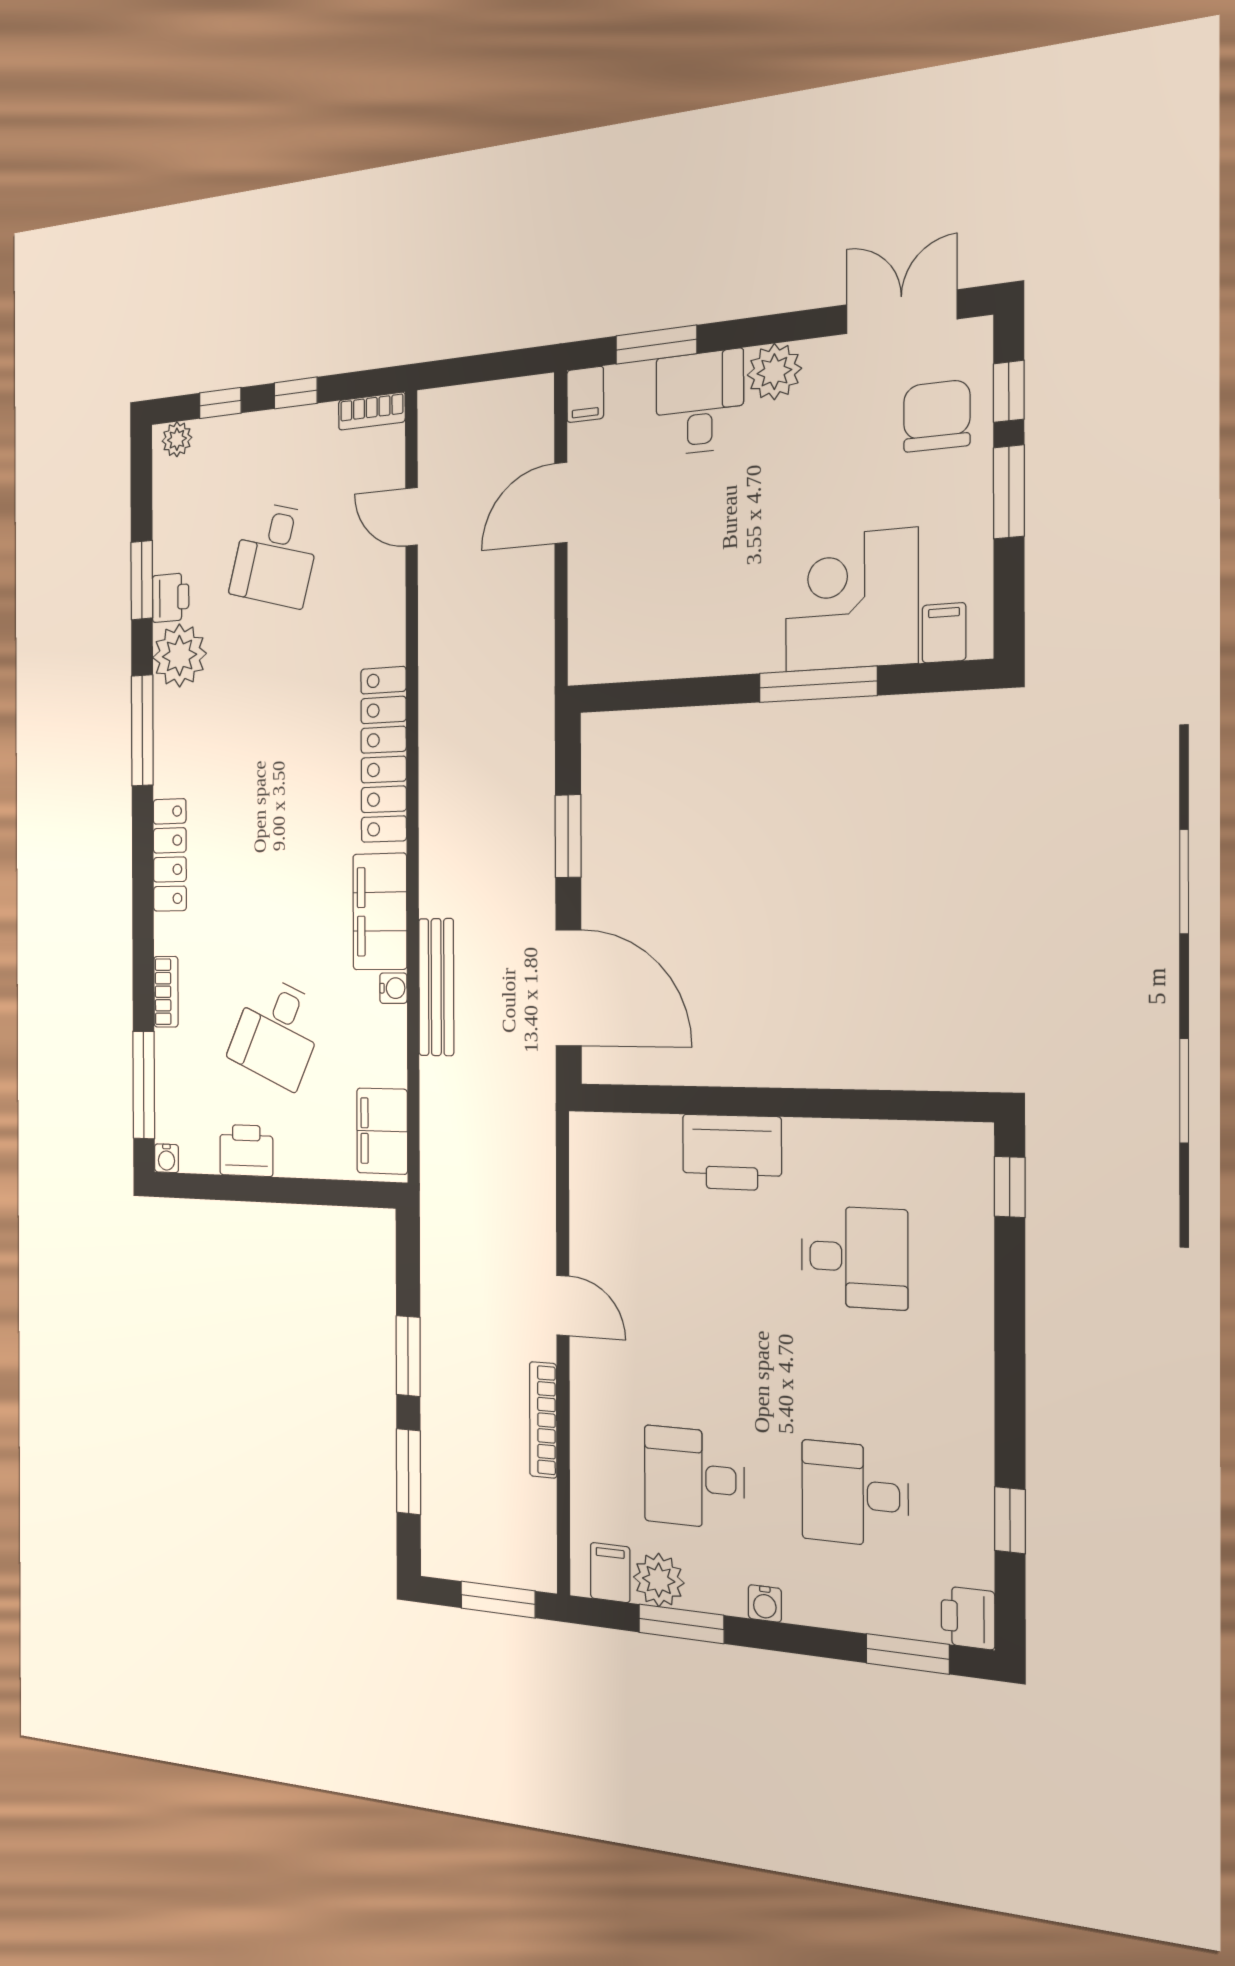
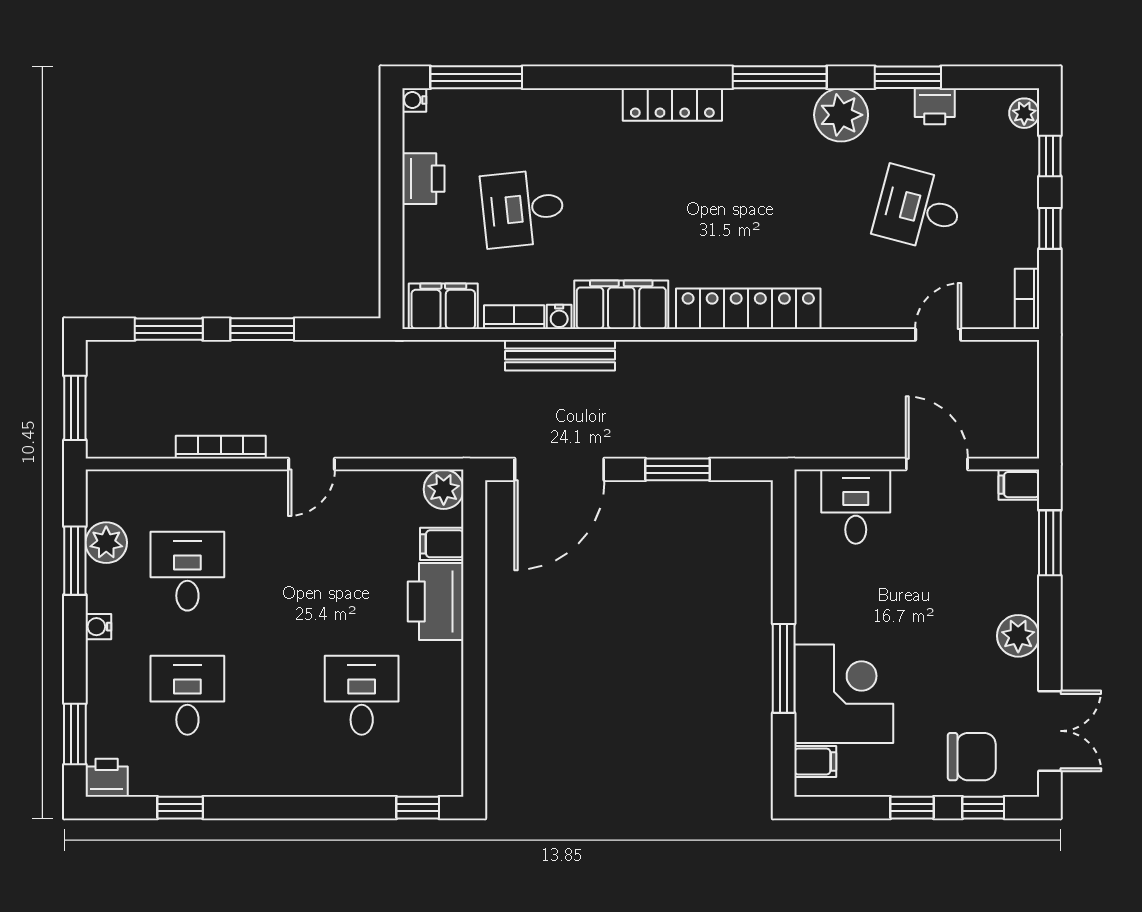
desk: (700, 403) -> (856, 507), moved, turned -90
window: (1009, 492) -> (912, 808), width x0.67
printer: (171, 598) -> (935, 106), moved
bookcase: (166, 992) -> (514, 317), moved, turned 180
desk: (277, 1032) -> (523, 209), turned -30
plant: (593, 1137) -> (444, 489), added
desk: (854, 1257) -> (362, 695), turned 180
filing cabinet: (610, 1573) -> (442, 544), moved, turned 180

